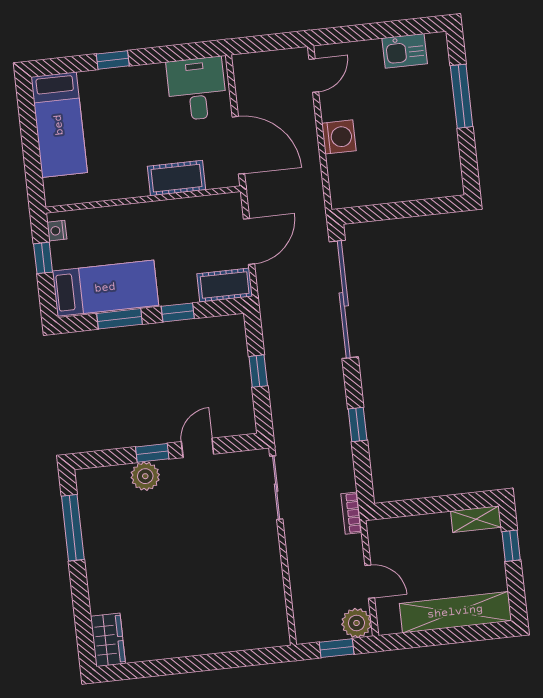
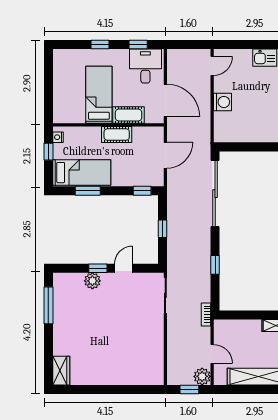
window: (180, 52) -> (138, 45), added
bed: (59, 125) -> (99, 95), moved, turned 180
cot: (225, 285) -> (117, 135), moved
window: (178, 312) -> (142, 191), moved

